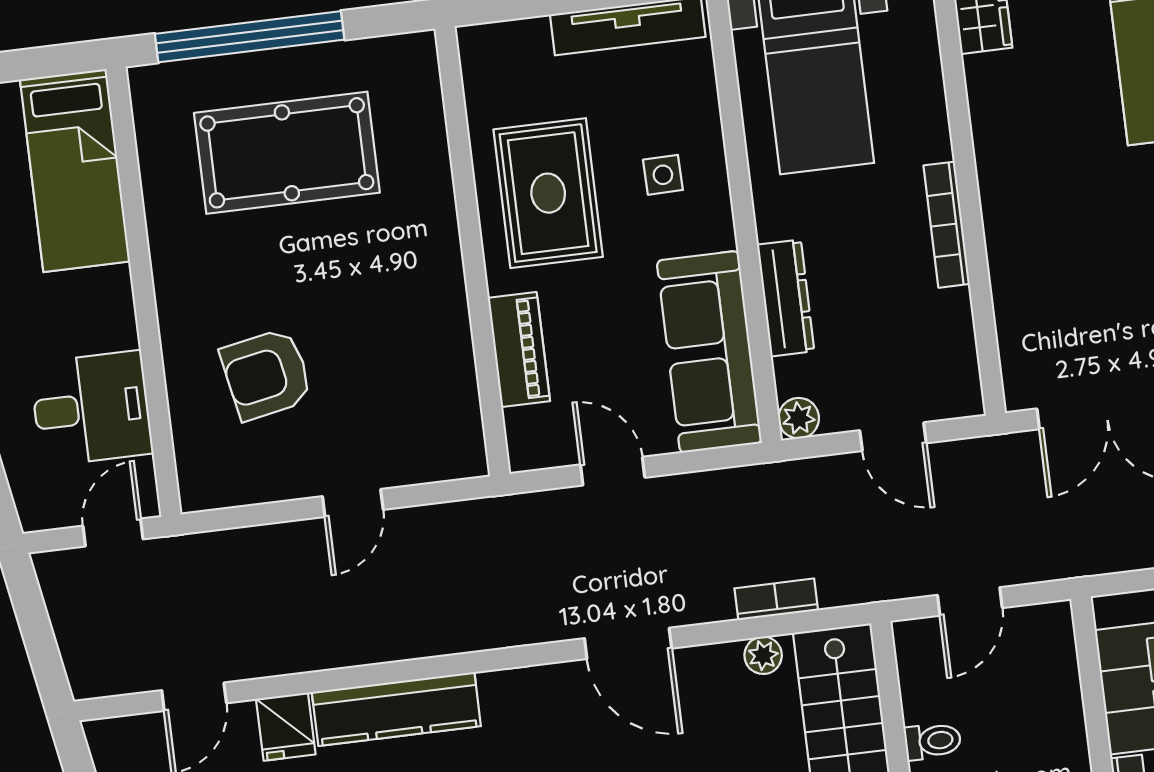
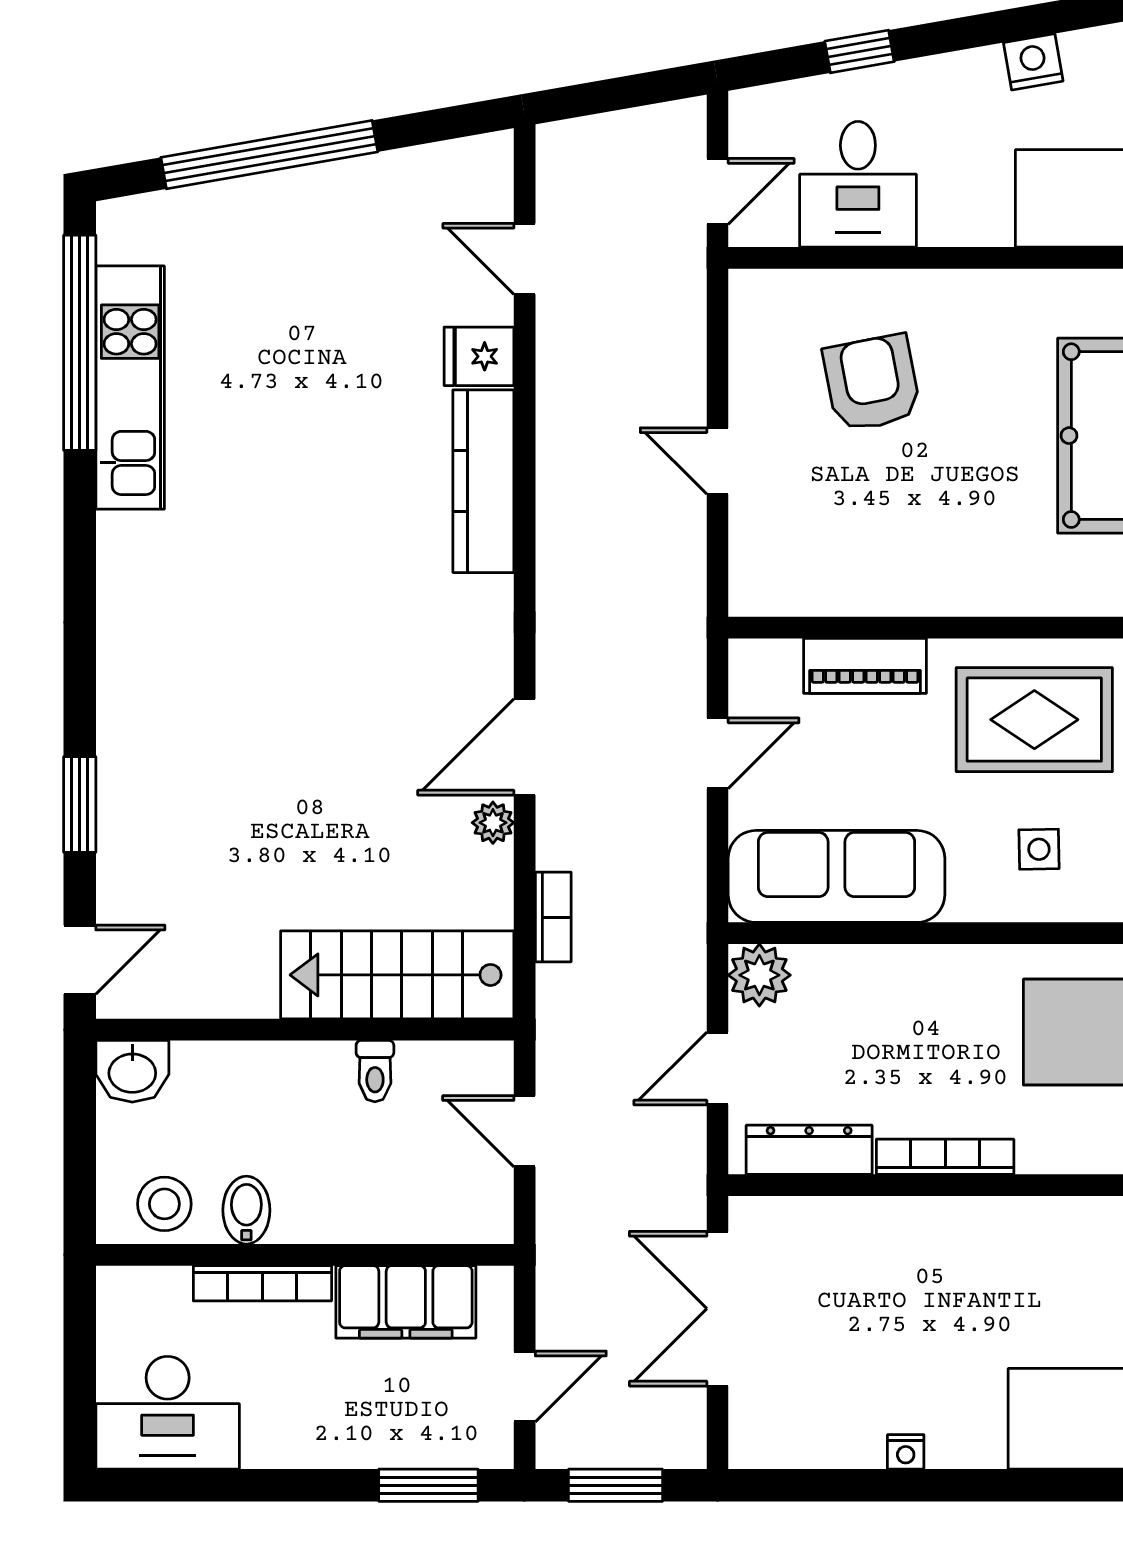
dresser: (786, 298) -> (809, 1150), moved, turned 180
plant: (799, 418) -> (759, 975), width x1.38, depth x1.38
door: (113, 532) -> (718, 191), hinge flipped
plant: (763, 655) -> (493, 823), moved

